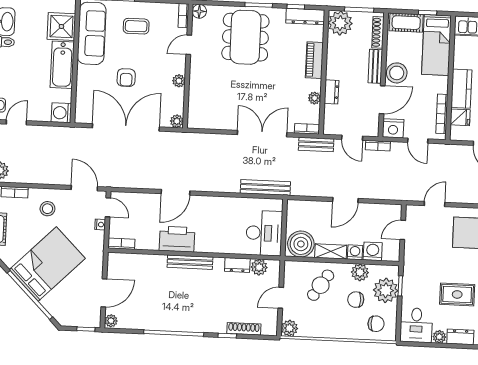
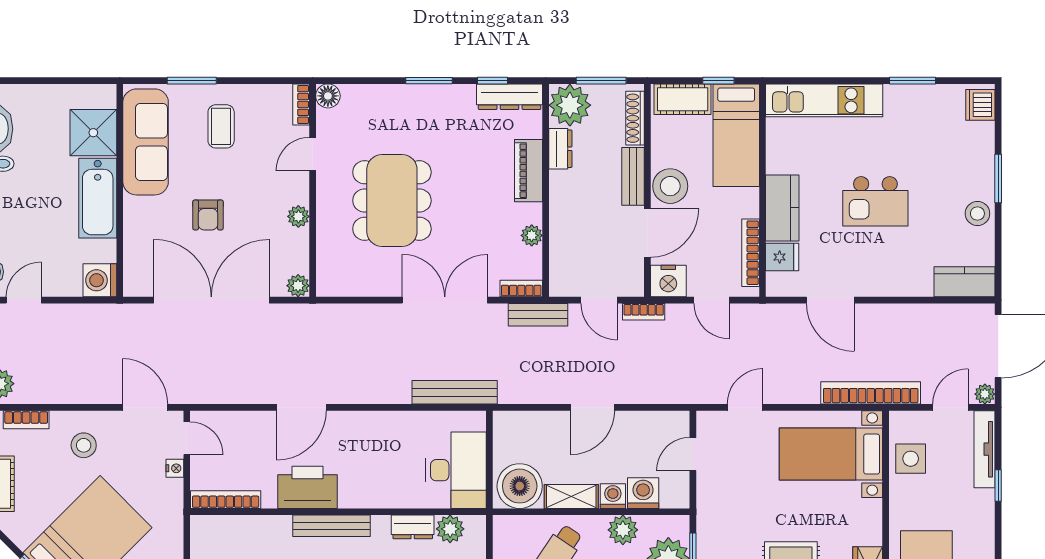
coffee table: (136, 26) -> (221, 126), turned 90
dining table: (245, 37) -> (392, 201), moved
dresser: (332, 92) -> (560, 149), moved
bookcase: (122, 244) -> (226, 500), width x1.56

